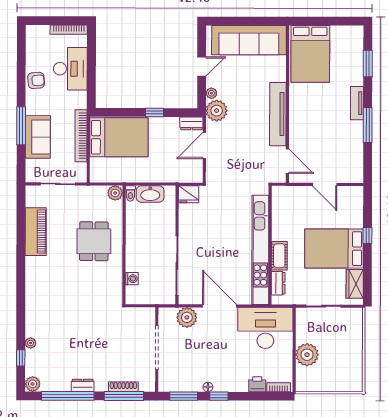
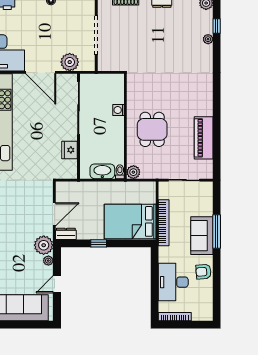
sofa: (38, 137) -> (202, 236), moved
fridge: (189, 194) -> (70, 150), moved, turned -90
washing machine: (132, 279) -> (119, 110), moved

